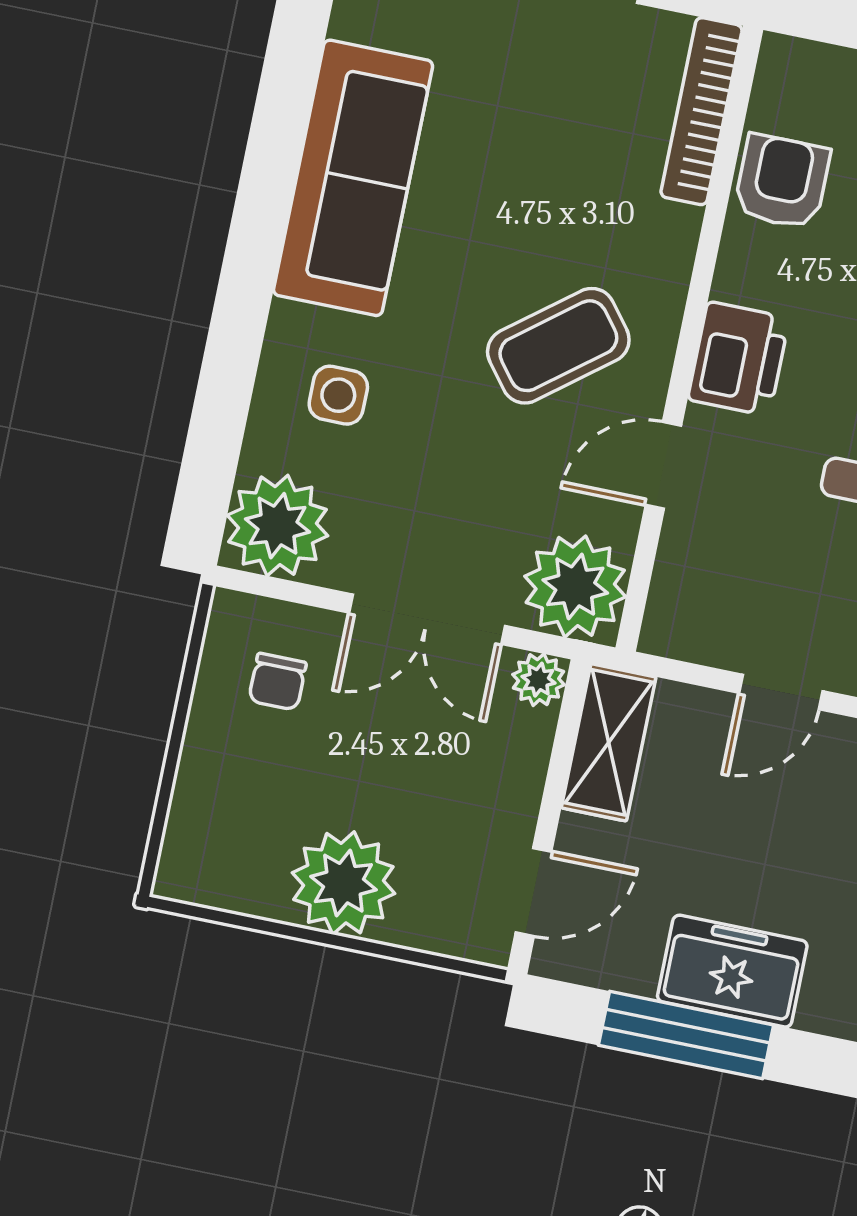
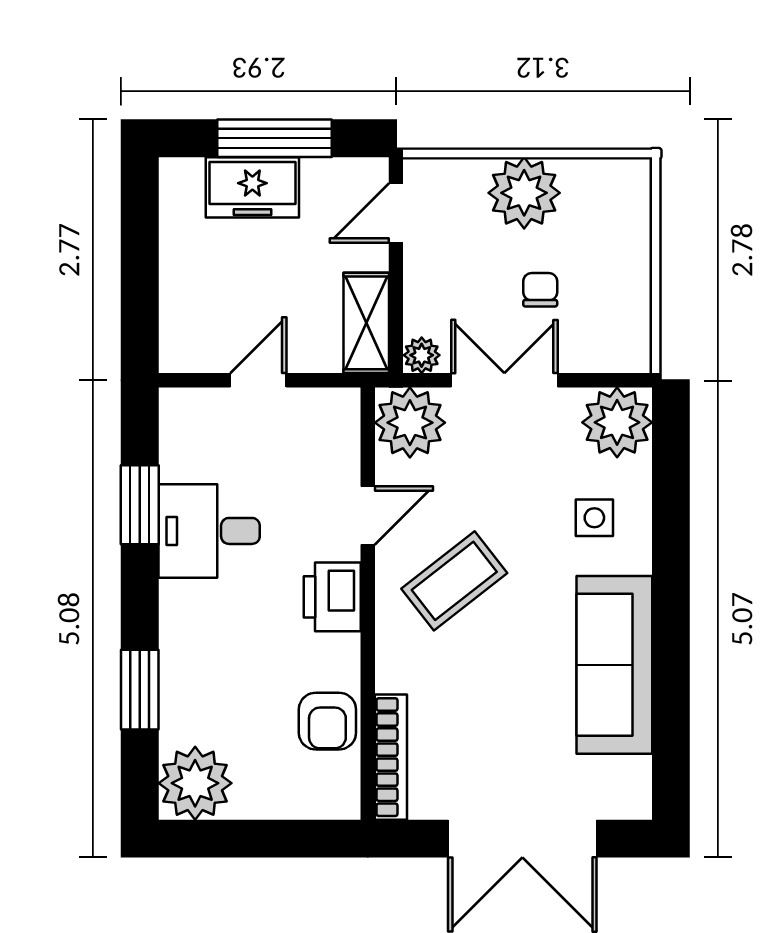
chair: (277, 682) -> (540, 290), moved

